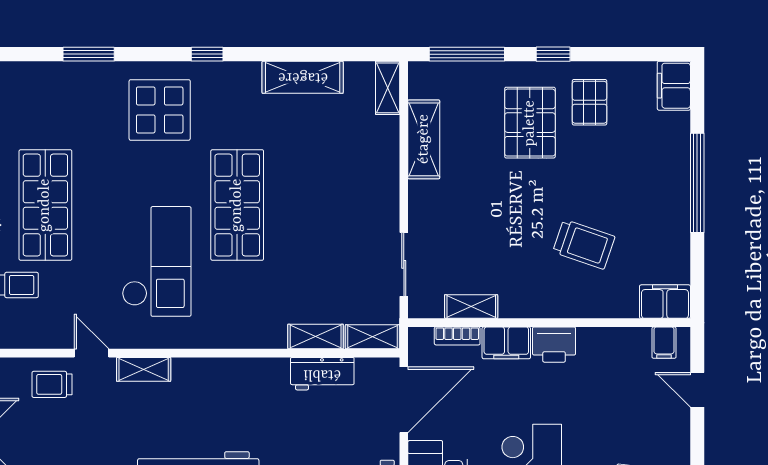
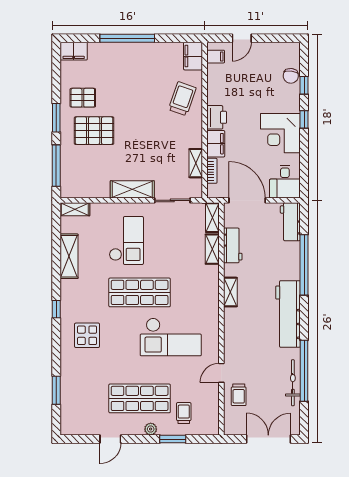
window: (89, 54) -> (56, 390), moved
window: (553, 54) -> (56, 118), width x1.50
display table: (160, 110) -> (87, 335), width x0.73, depth x0.73
shelving: (424, 139) -> (132, 189), moved
checkout: (331, 181) -> (126, 240), added
trolley: (584, 244) -> (182, 99), moved
checkout: (157, 261) -> (171, 337), turned 180
shelving: (144, 369) -> (230, 292), moved

